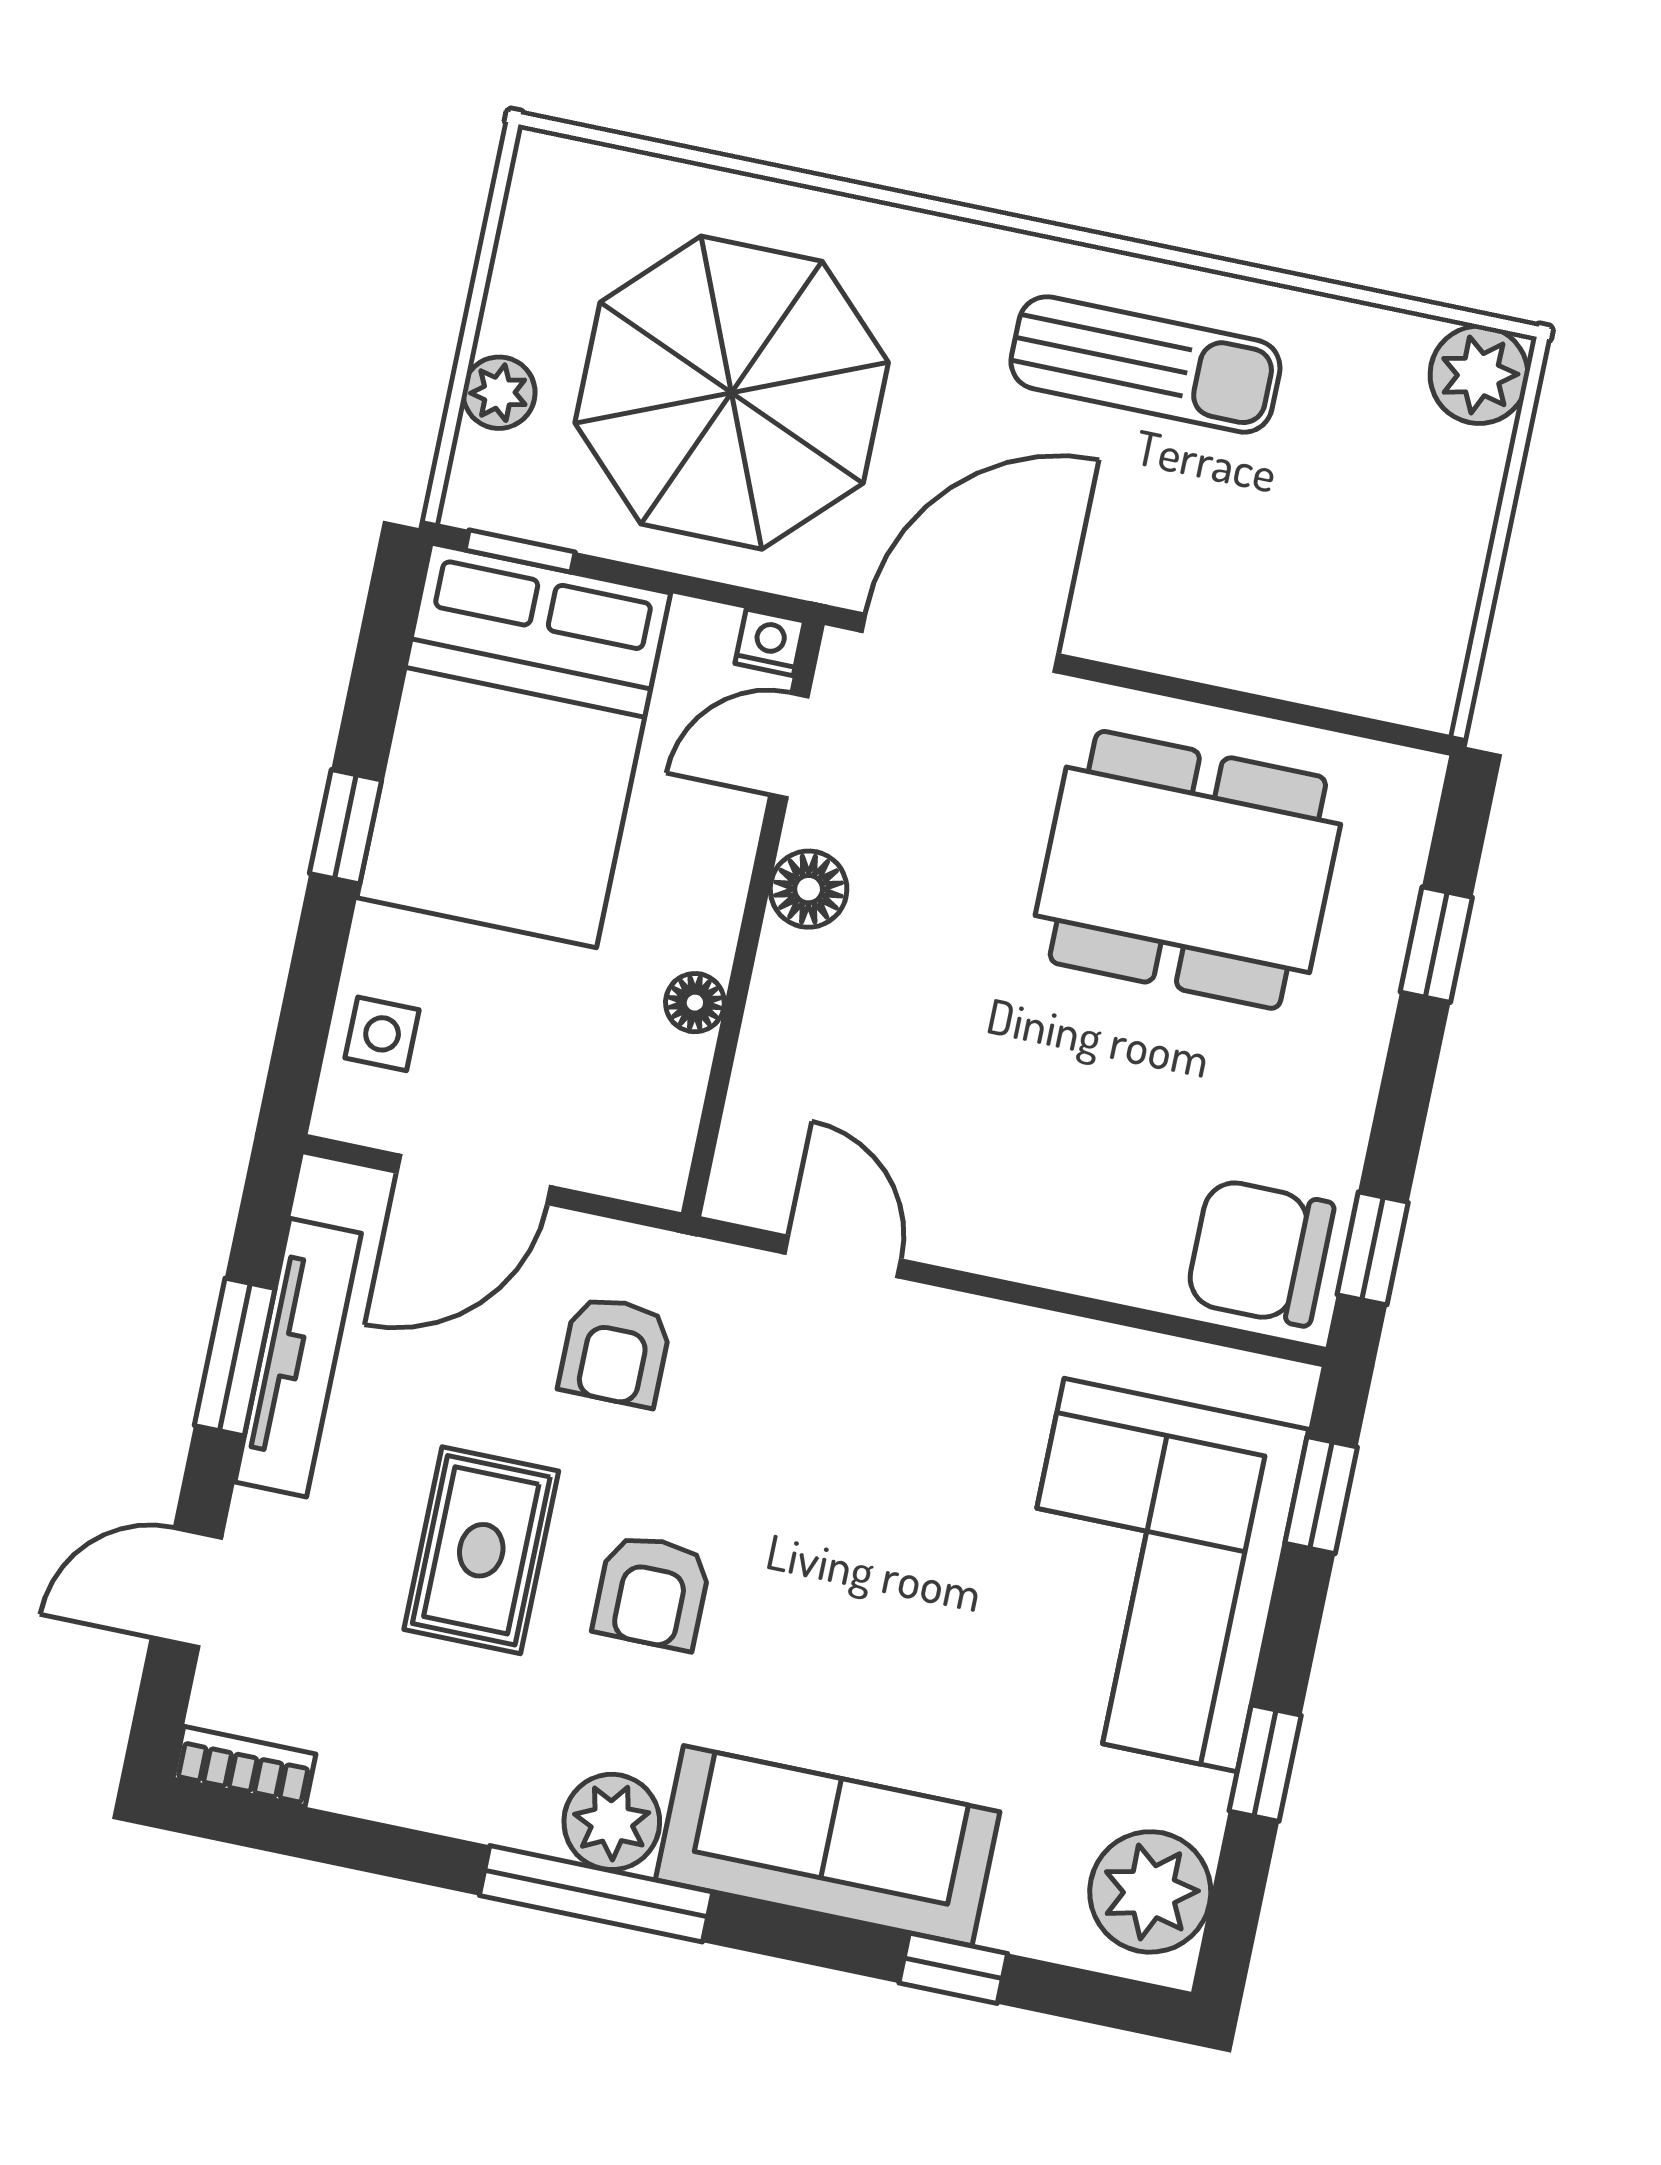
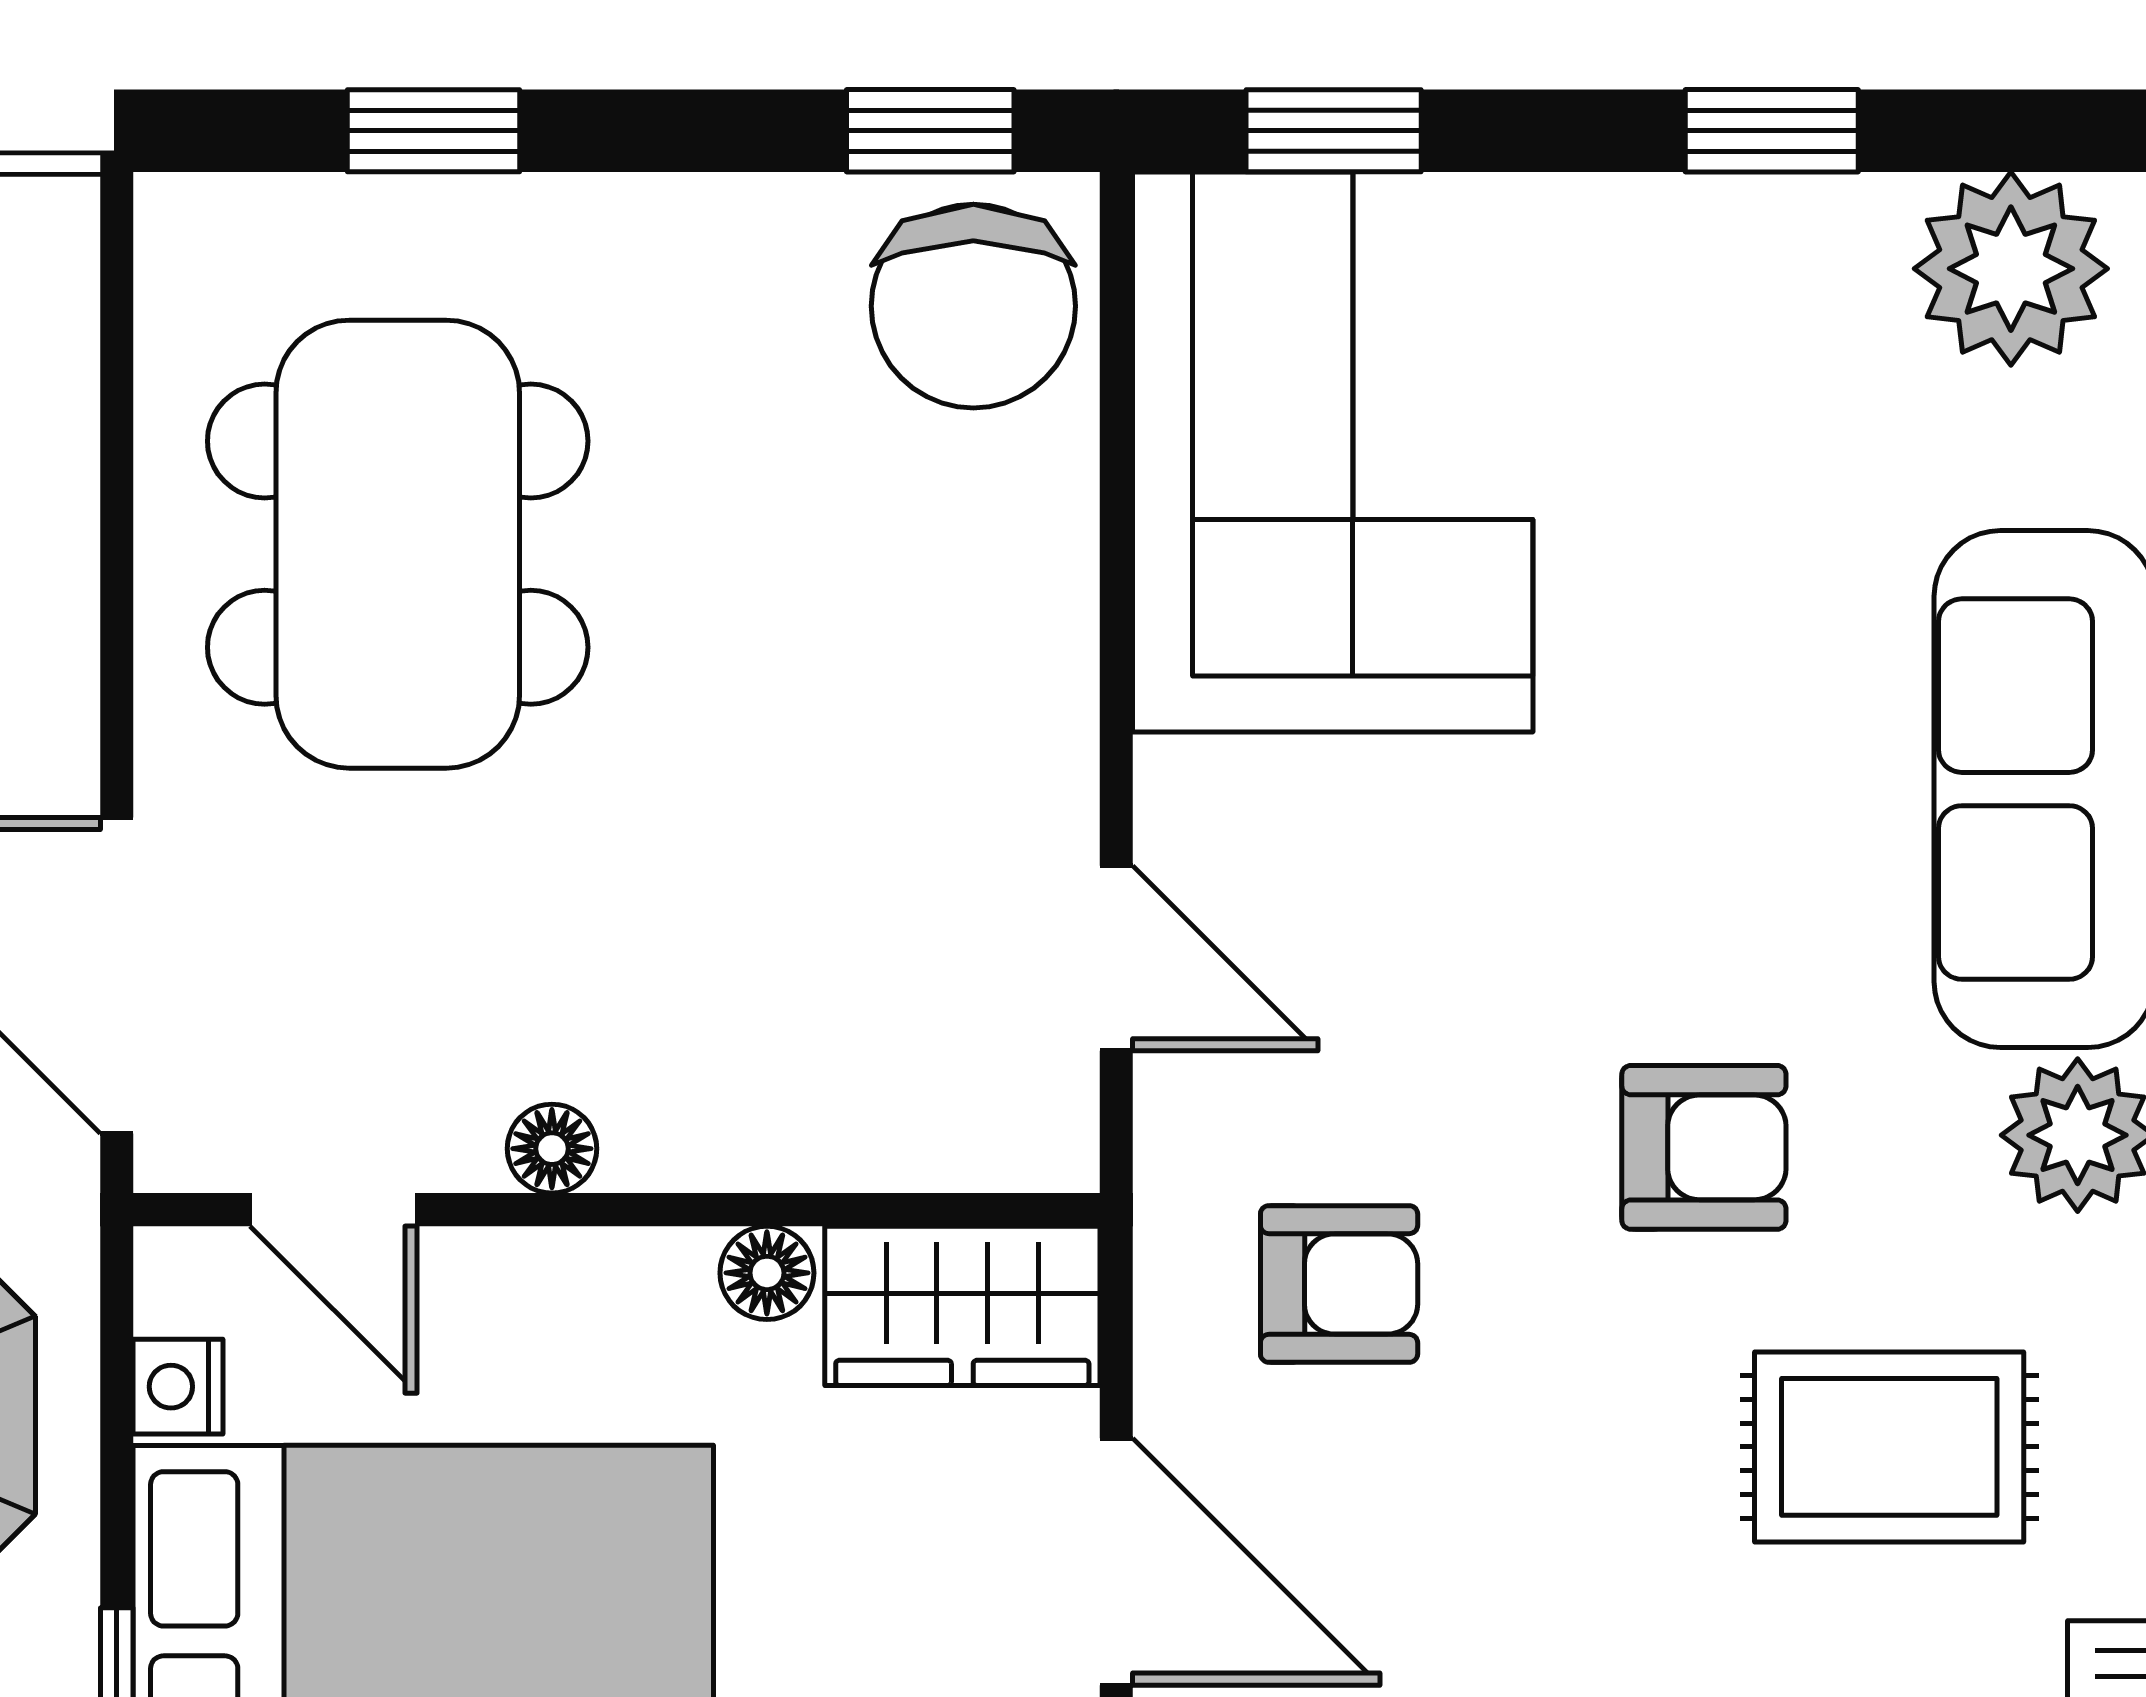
nightstand: (770, 642) -> (178, 1387), moved
floor lamp: (809, 889) -> (552, 1149), width x0.73, depth x0.73
wardrobe: (650, 1118) -> (962, 1306), added
door: (843, 1256) -> (1116, 958), swing flipped
rug: (481, 1550) -> (1889, 1447), moved
corner sofa: (1151, 1575) -> (1333, 452), moved, turned -90

